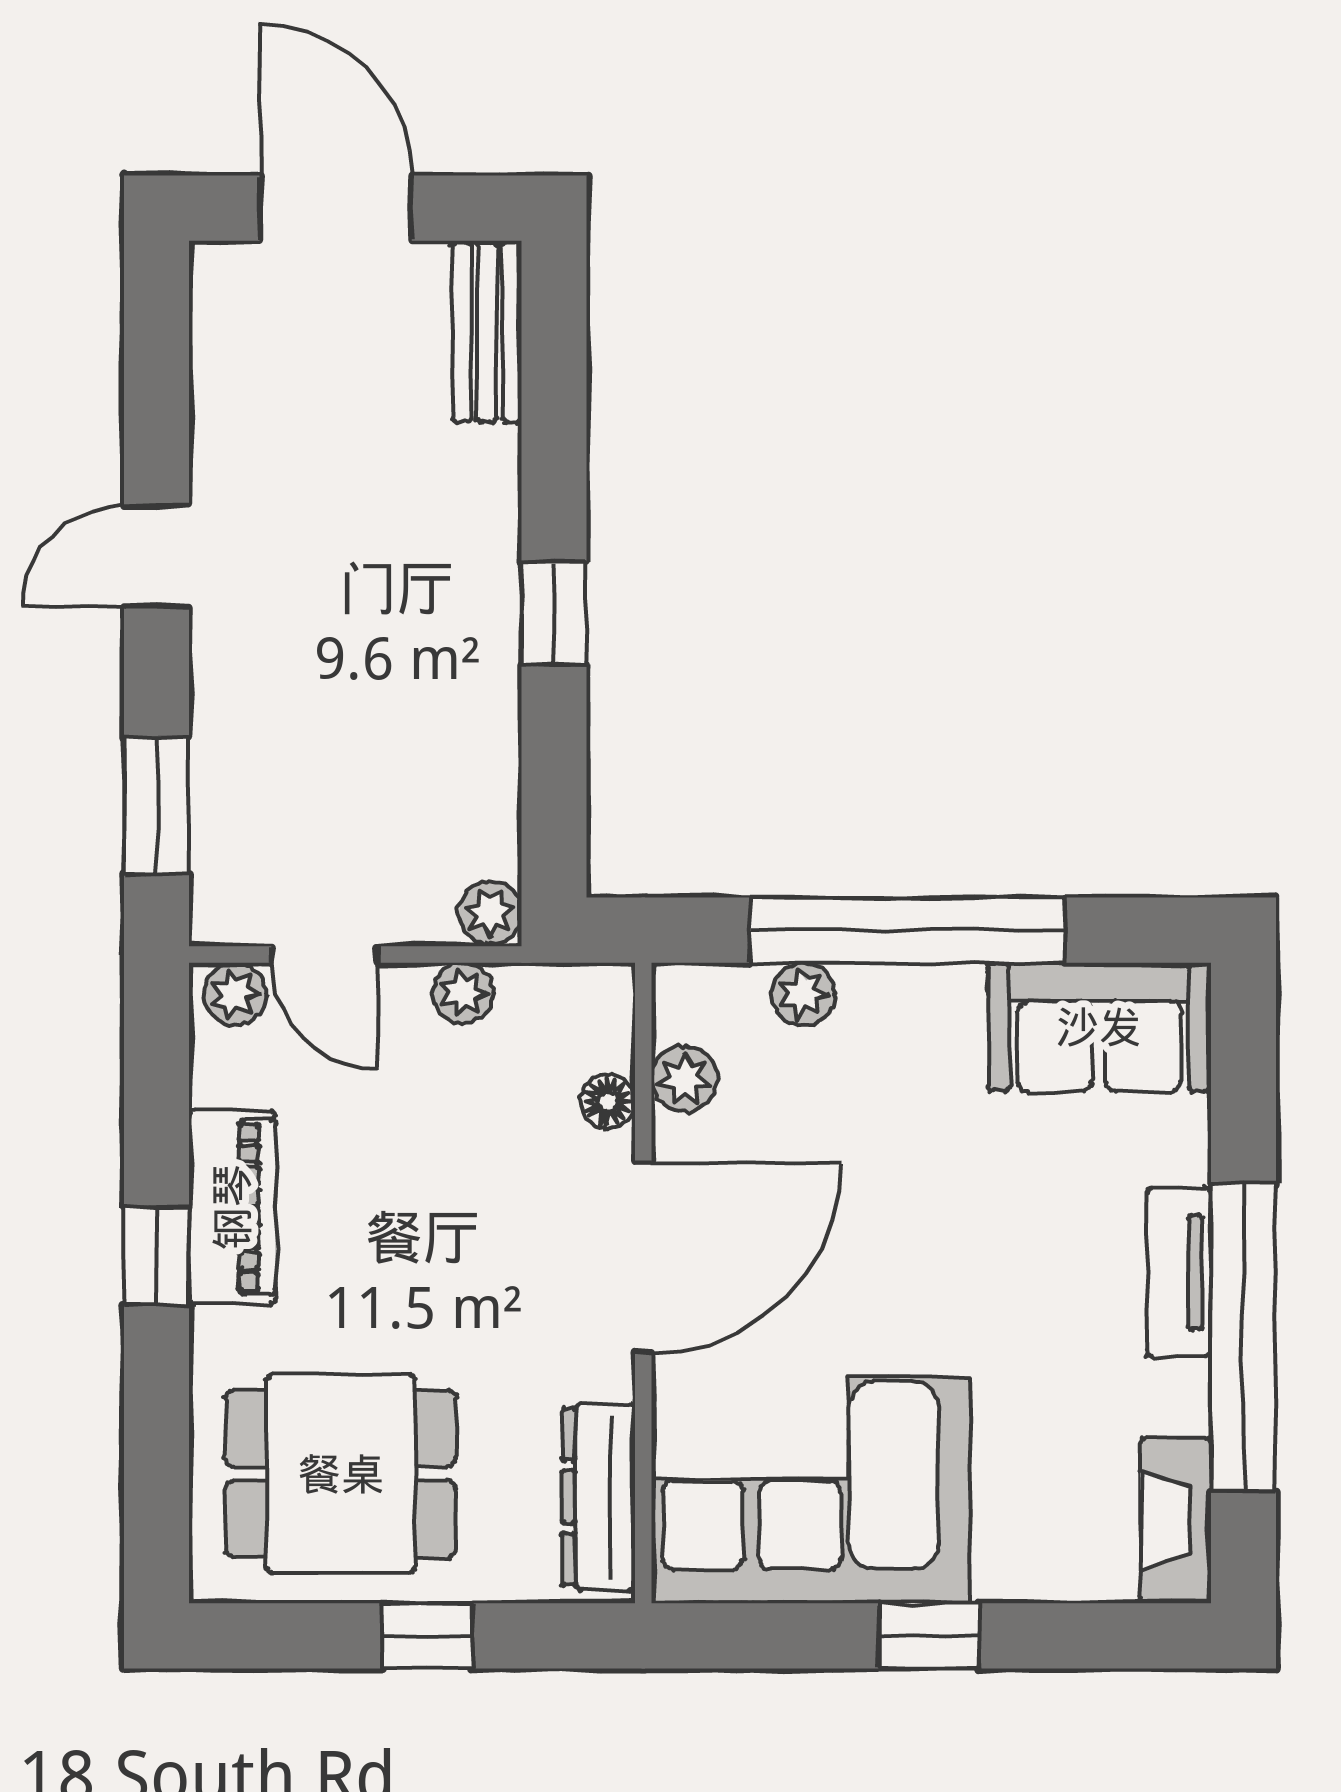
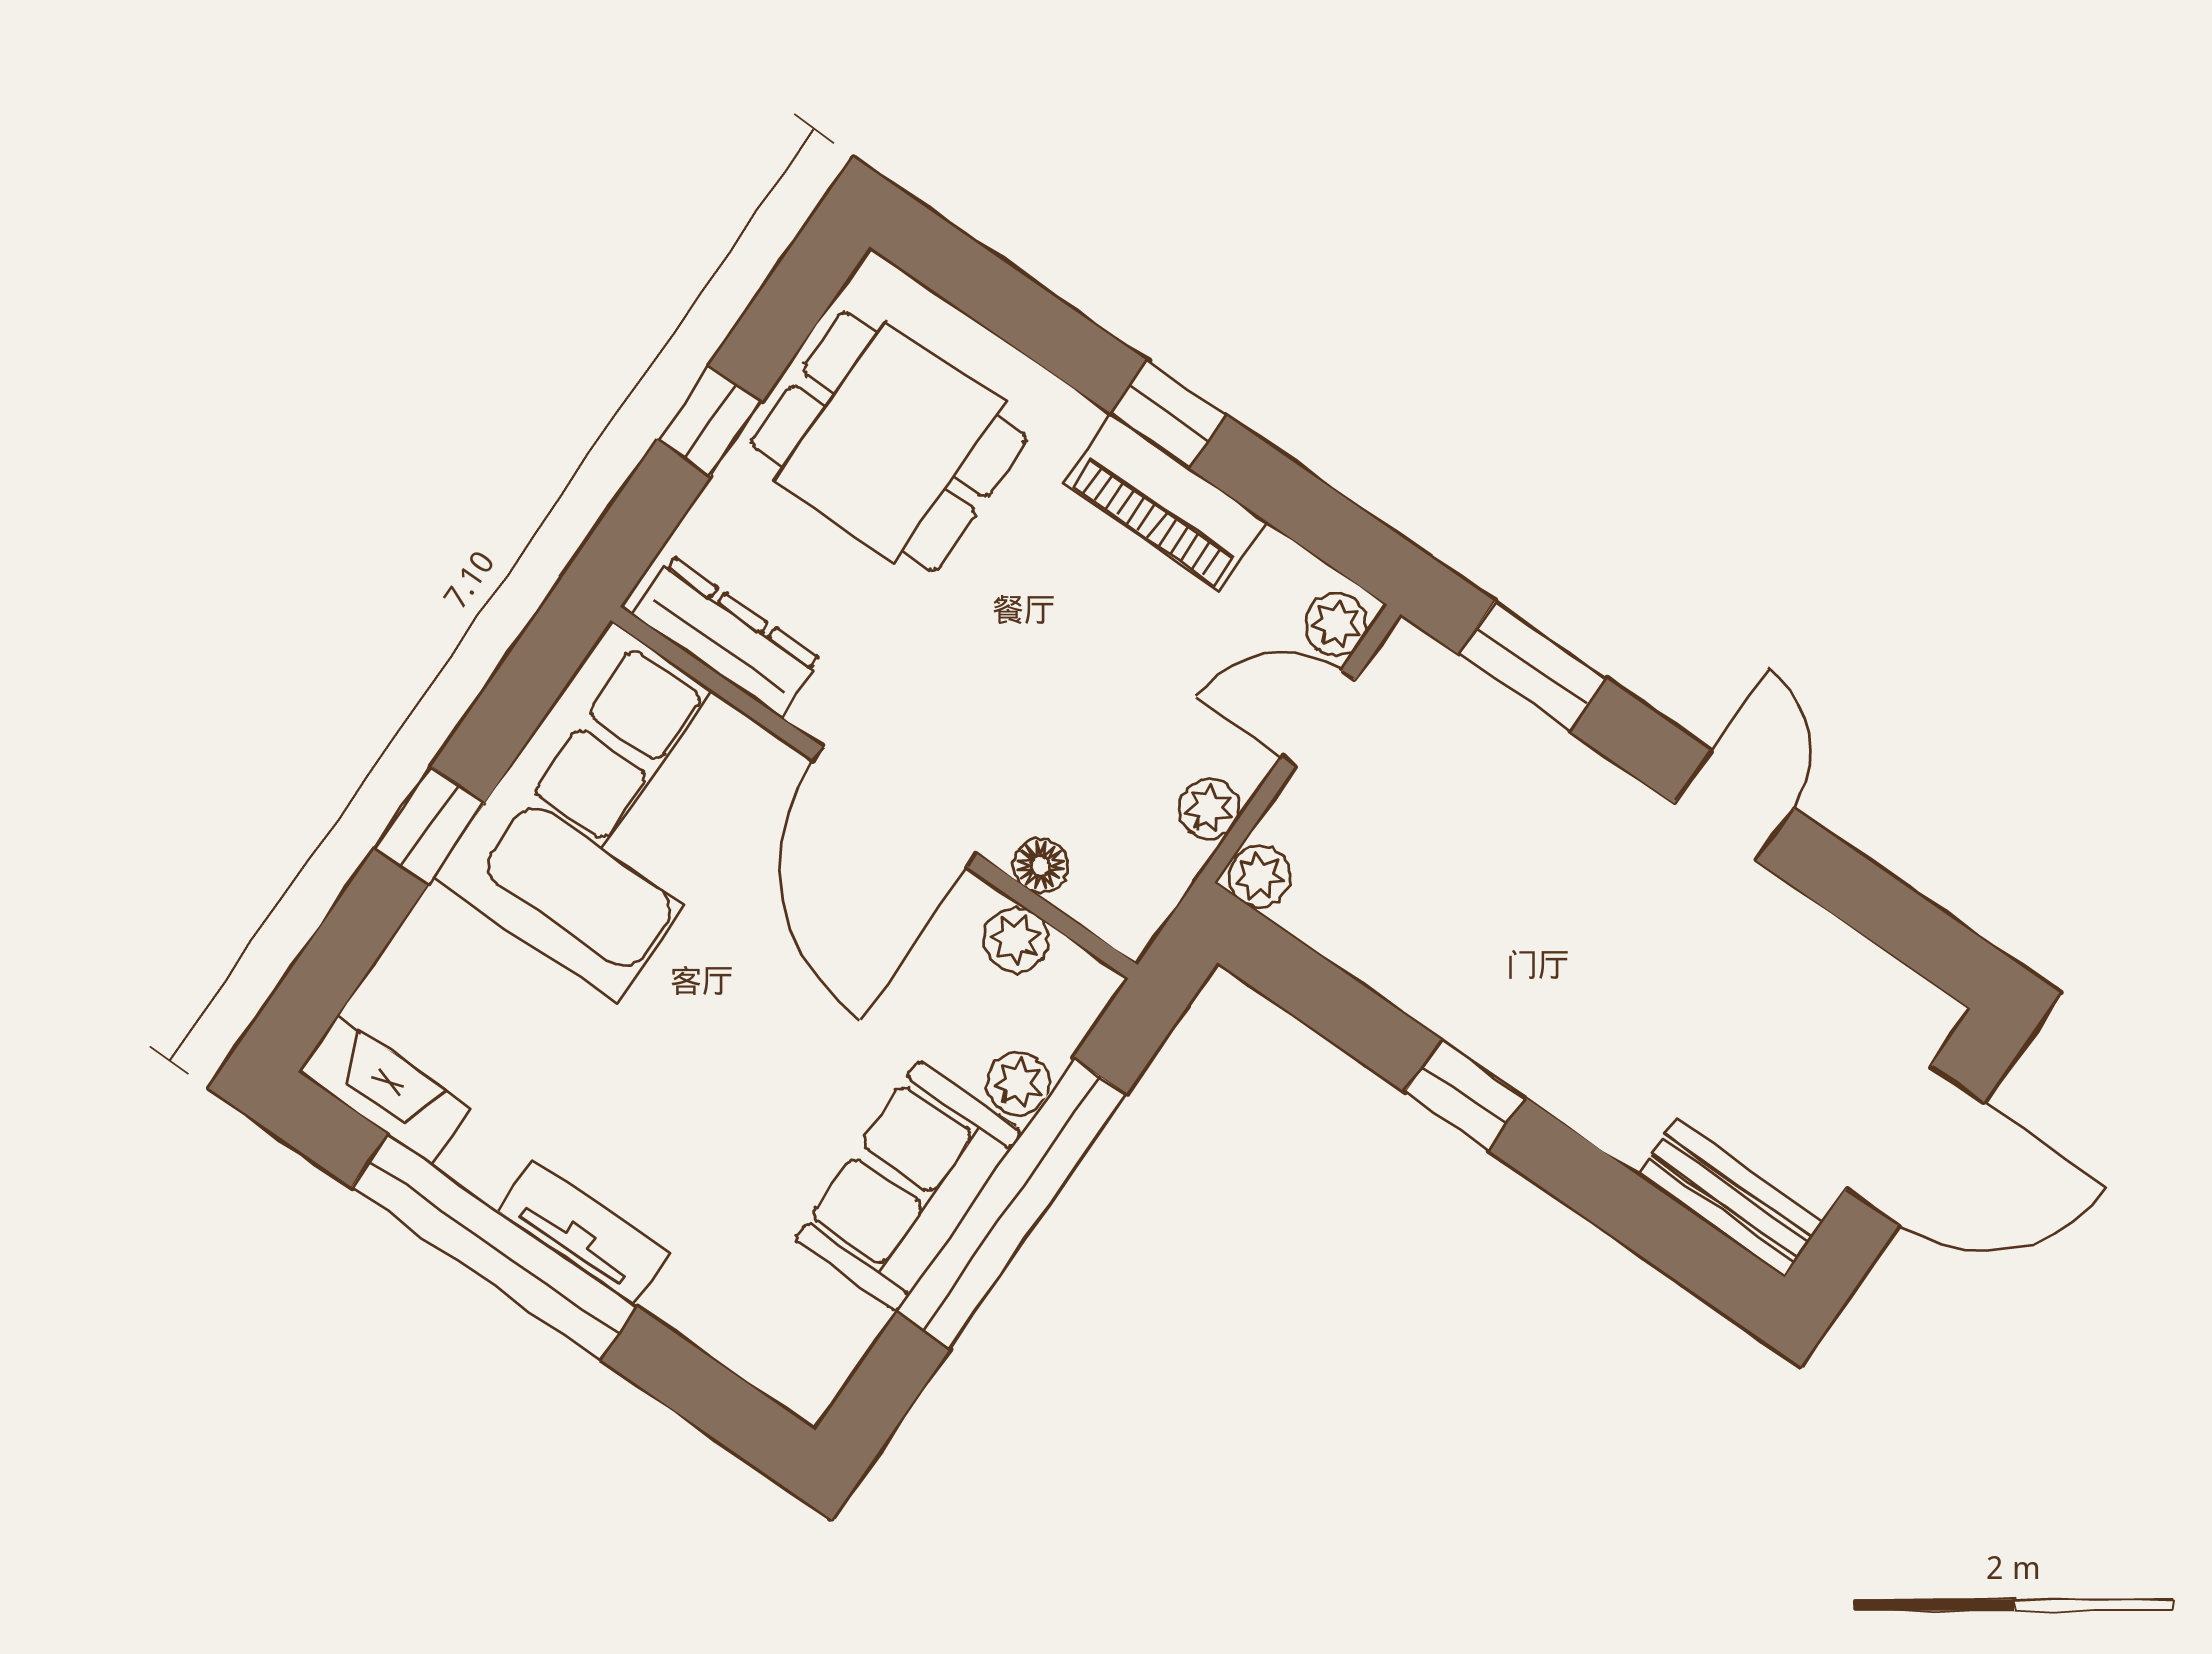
sofa: (1099, 1027) -> (908, 1186), moved
dining table: (341, 1474) -> (889, 441), turned 90

